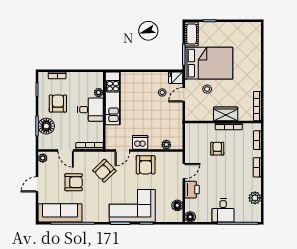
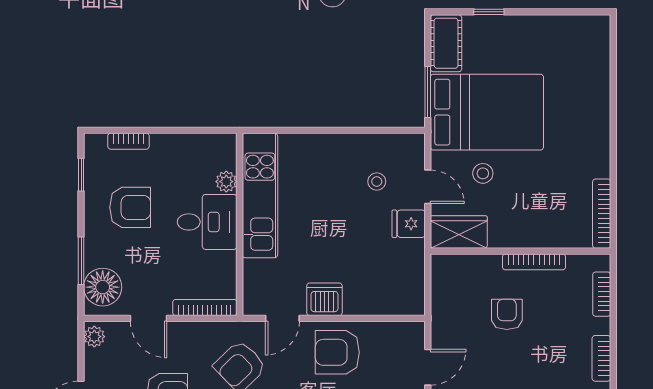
fridge: (176, 78) -> (409, 224), moved
door: (184, 95) -> (428, 187), swing flipped
armchair: (58, 103) -> (130, 207), turned 90
wardrobe: (226, 114) -> (459, 232), moved
floor lamp: (46, 126) -> (103, 287), moved
plant: (166, 145) -> (386, 305), removed
armchair: (146, 165) -> (337, 352), turned 90

